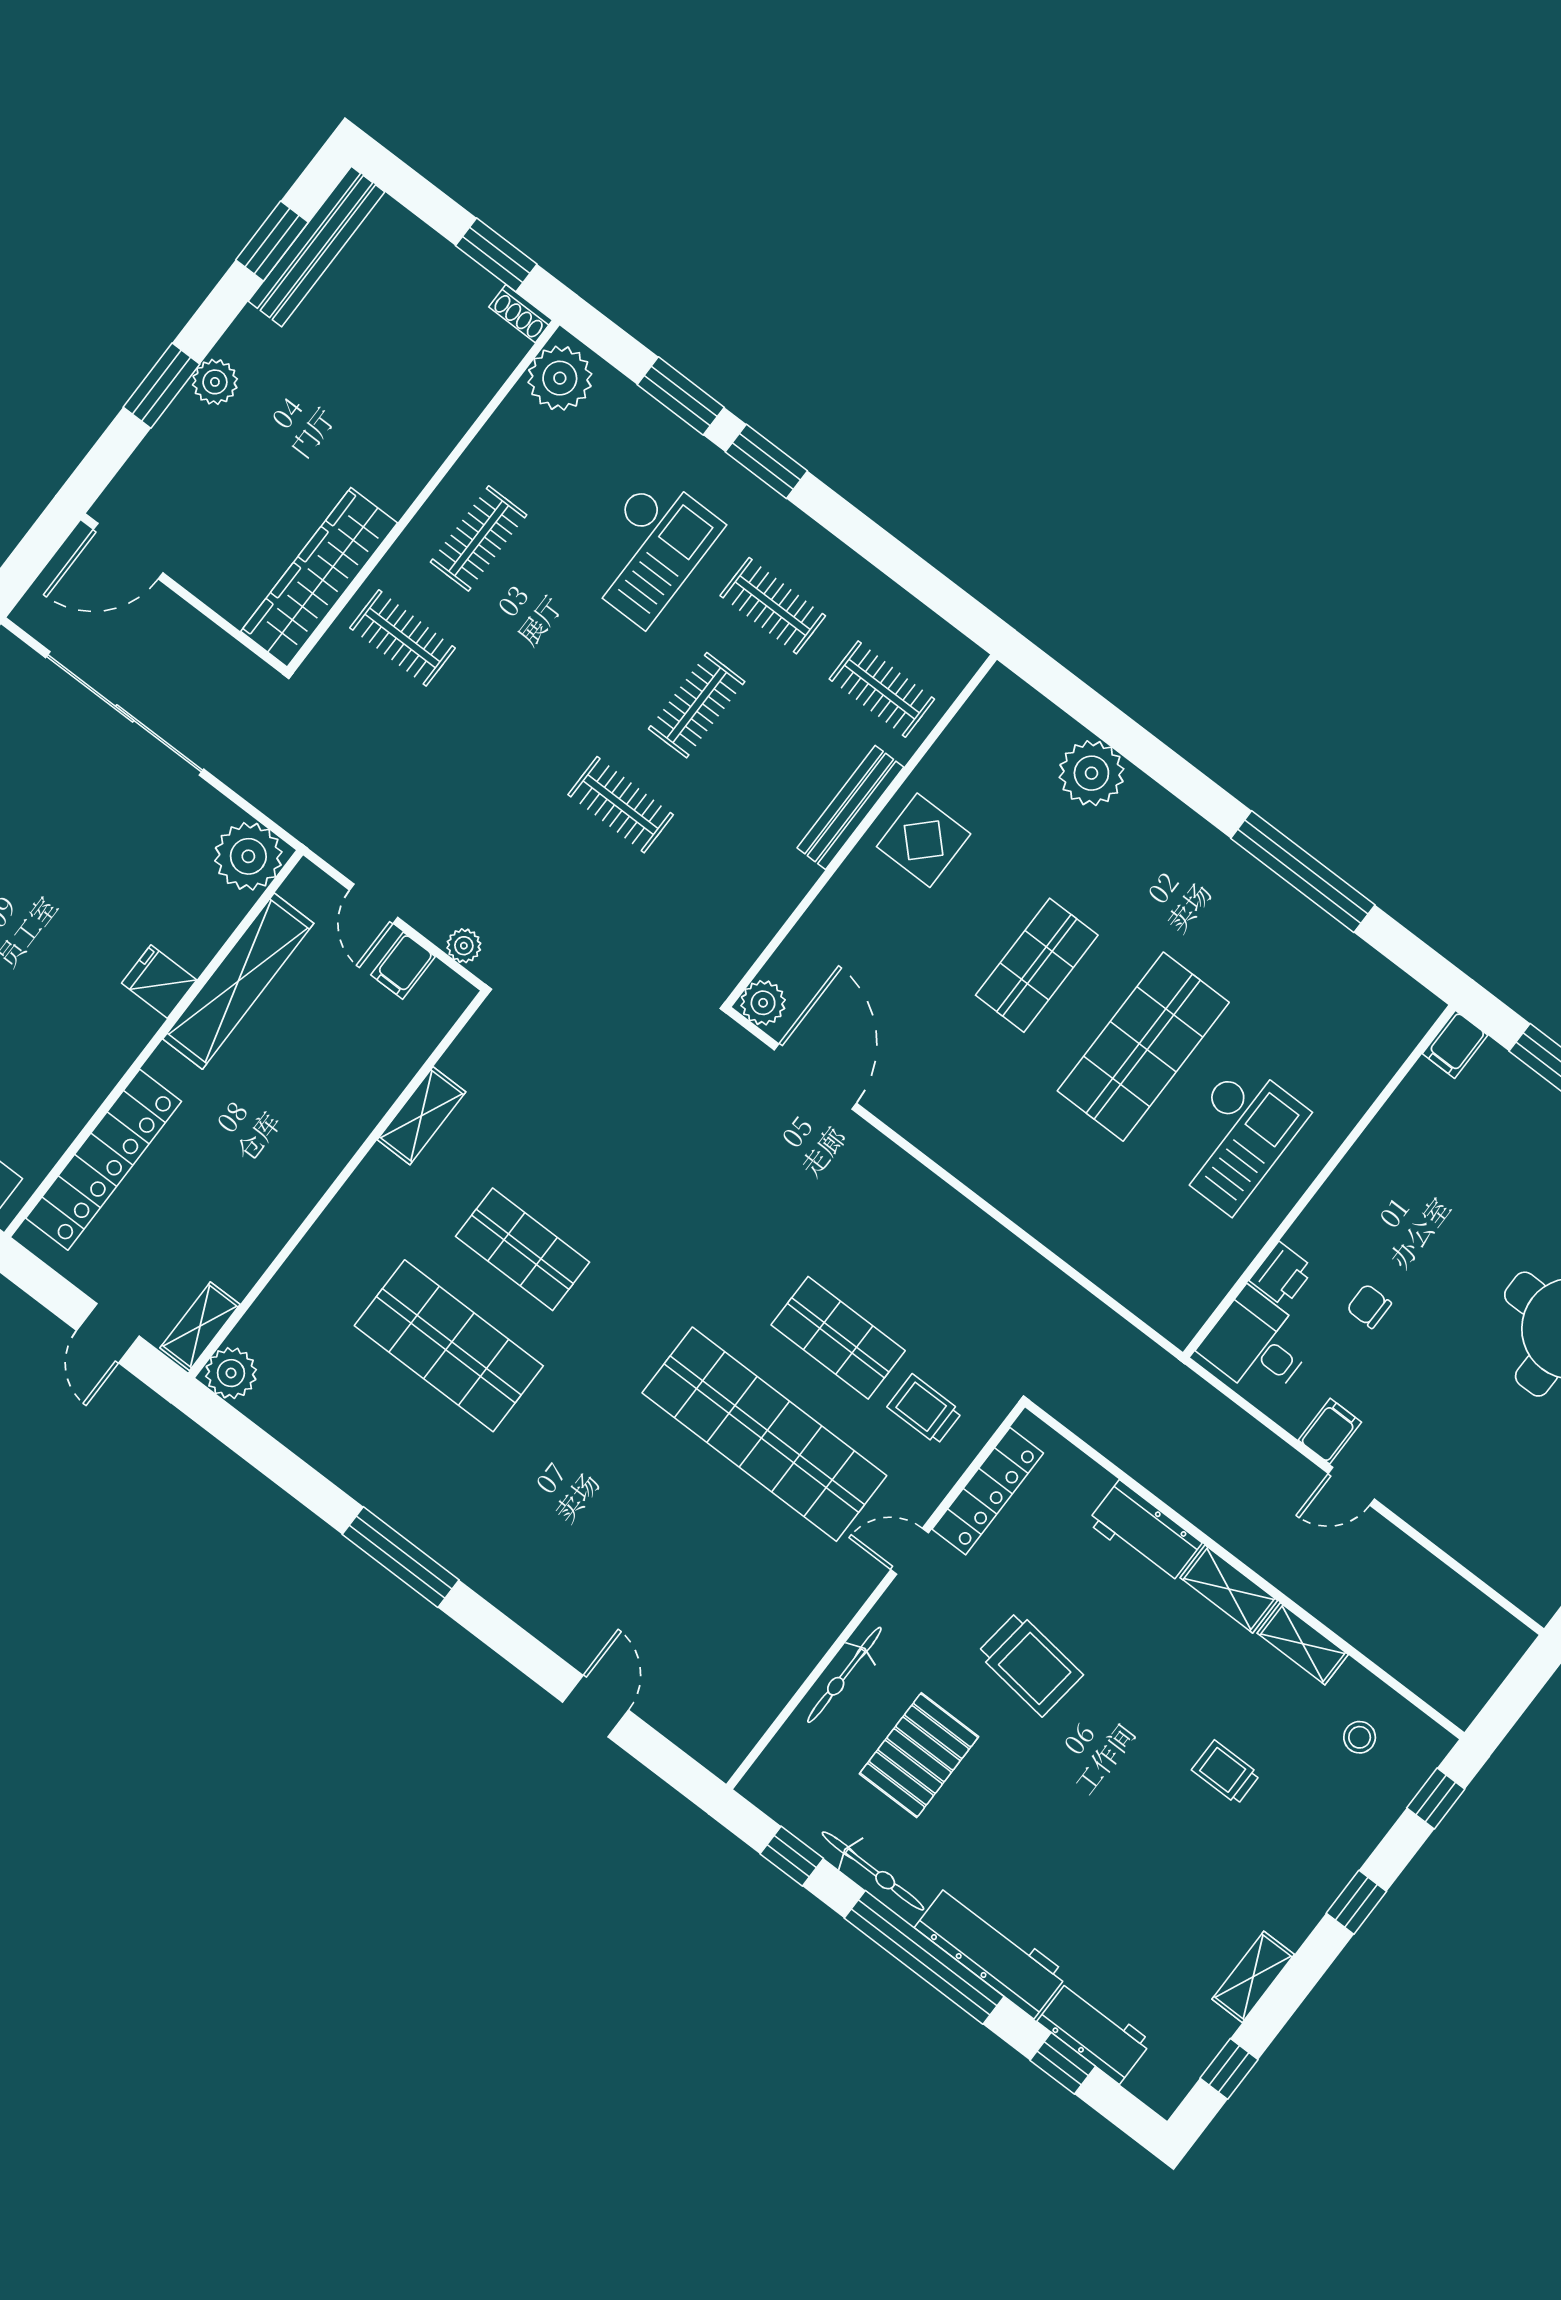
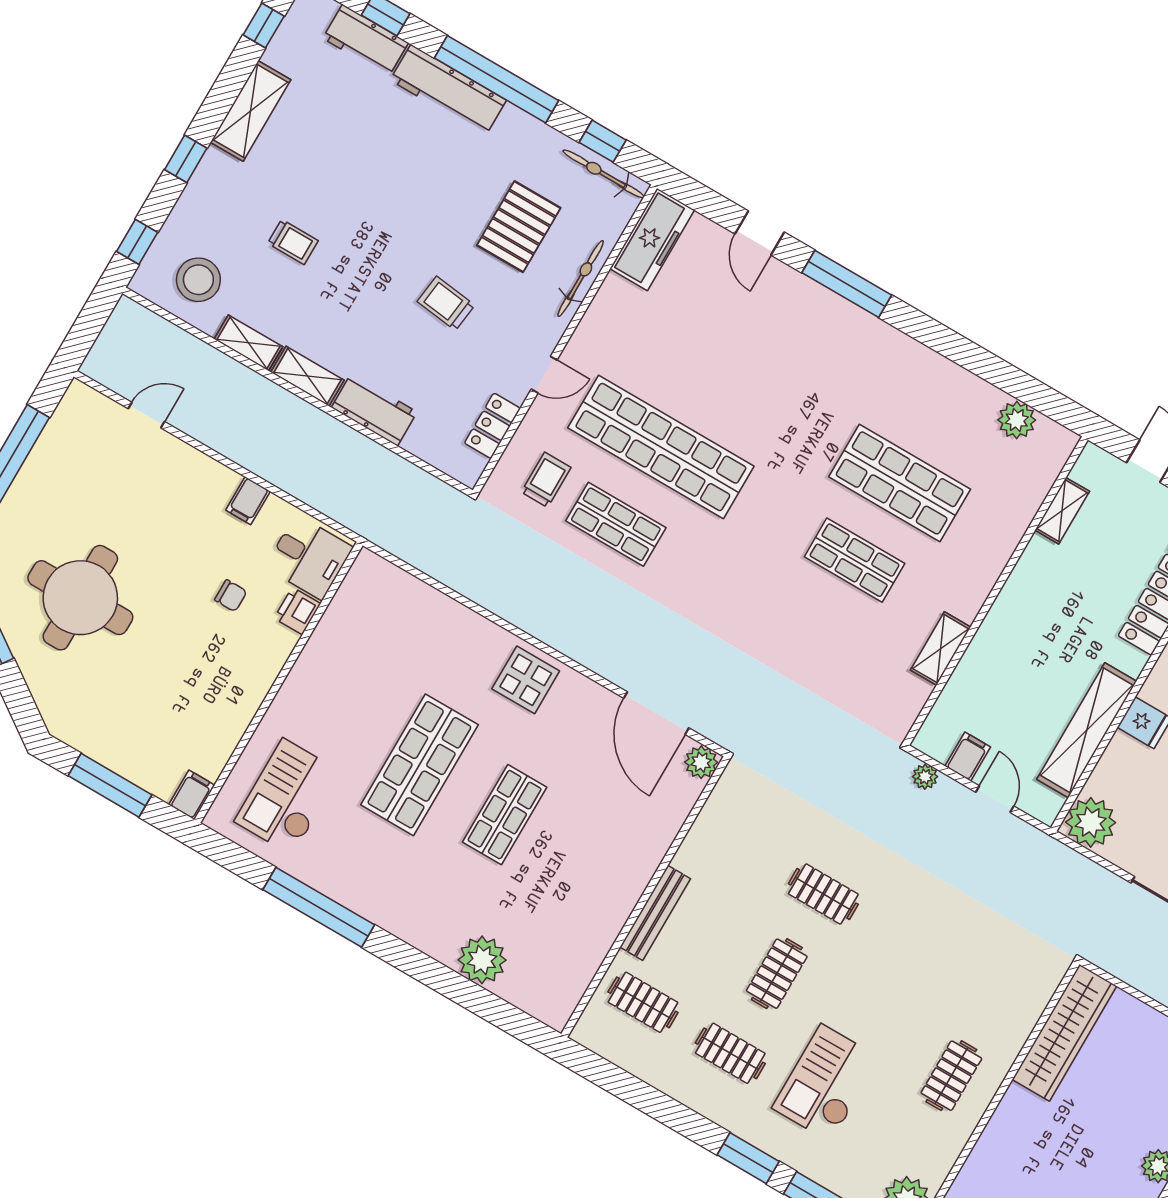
clothes rail: (402, 638) -> (998, 996), removed
display table: (924, 840) -> (526, 680), moved
checkout: (1235, 1137) -> (288, 797), moved
shelving: (200, 1326) -> (1062, 511), moved
plant: (231, 1373) -> (1017, 420), moved
trolley: (925, 1409) -> (546, 480), turned -90
door: (1351, 1486) -> (146, 415), moved
locker: (988, 1491) -> (493, 426), width x0.66
window: (401, 1557) -> (847, 284), moved
trolley: (1030, 1664) -> (446, 303), width x0.73, depth x0.72
freezer: (741, 1715) -> (652, 239), added
stool: (1360, 1737) -> (198, 280), width x1.89, depth x1.89
bicycle: (873, 1871) -> (604, 174), moved
shelving: (1253, 1977) -> (251, 111), width x1.50, depth x1.33

